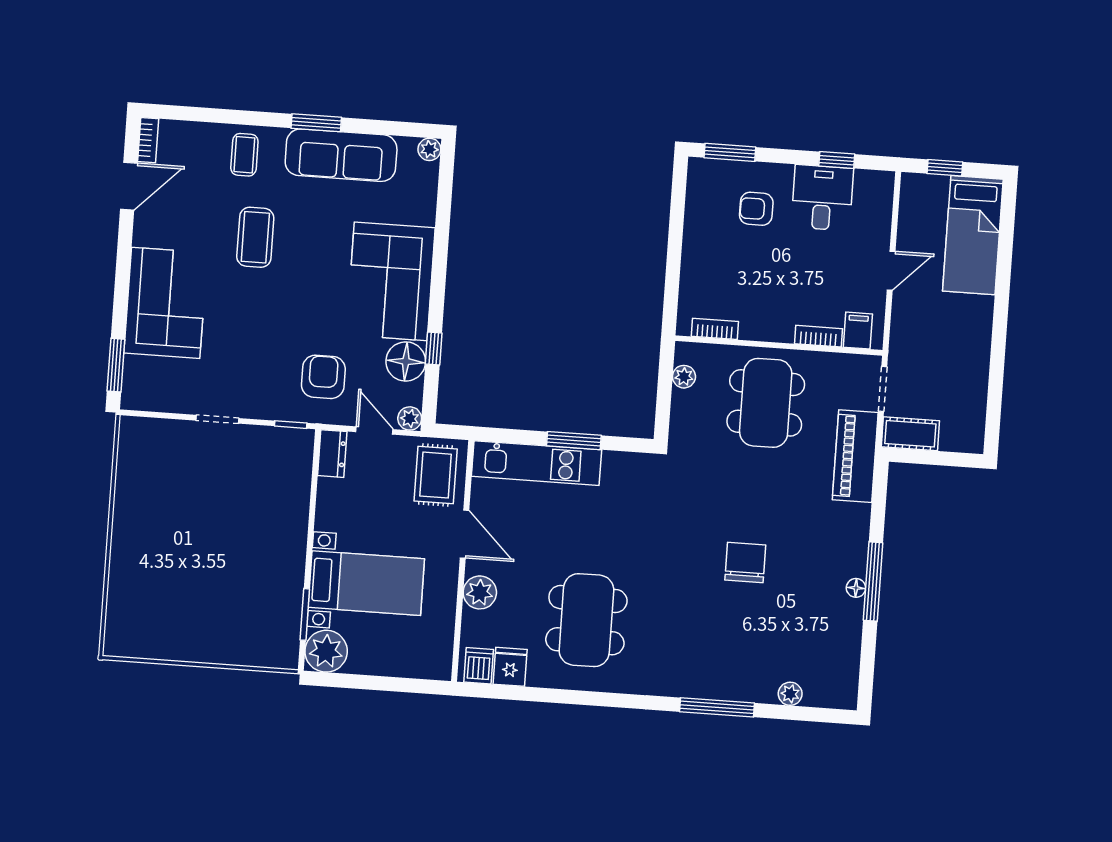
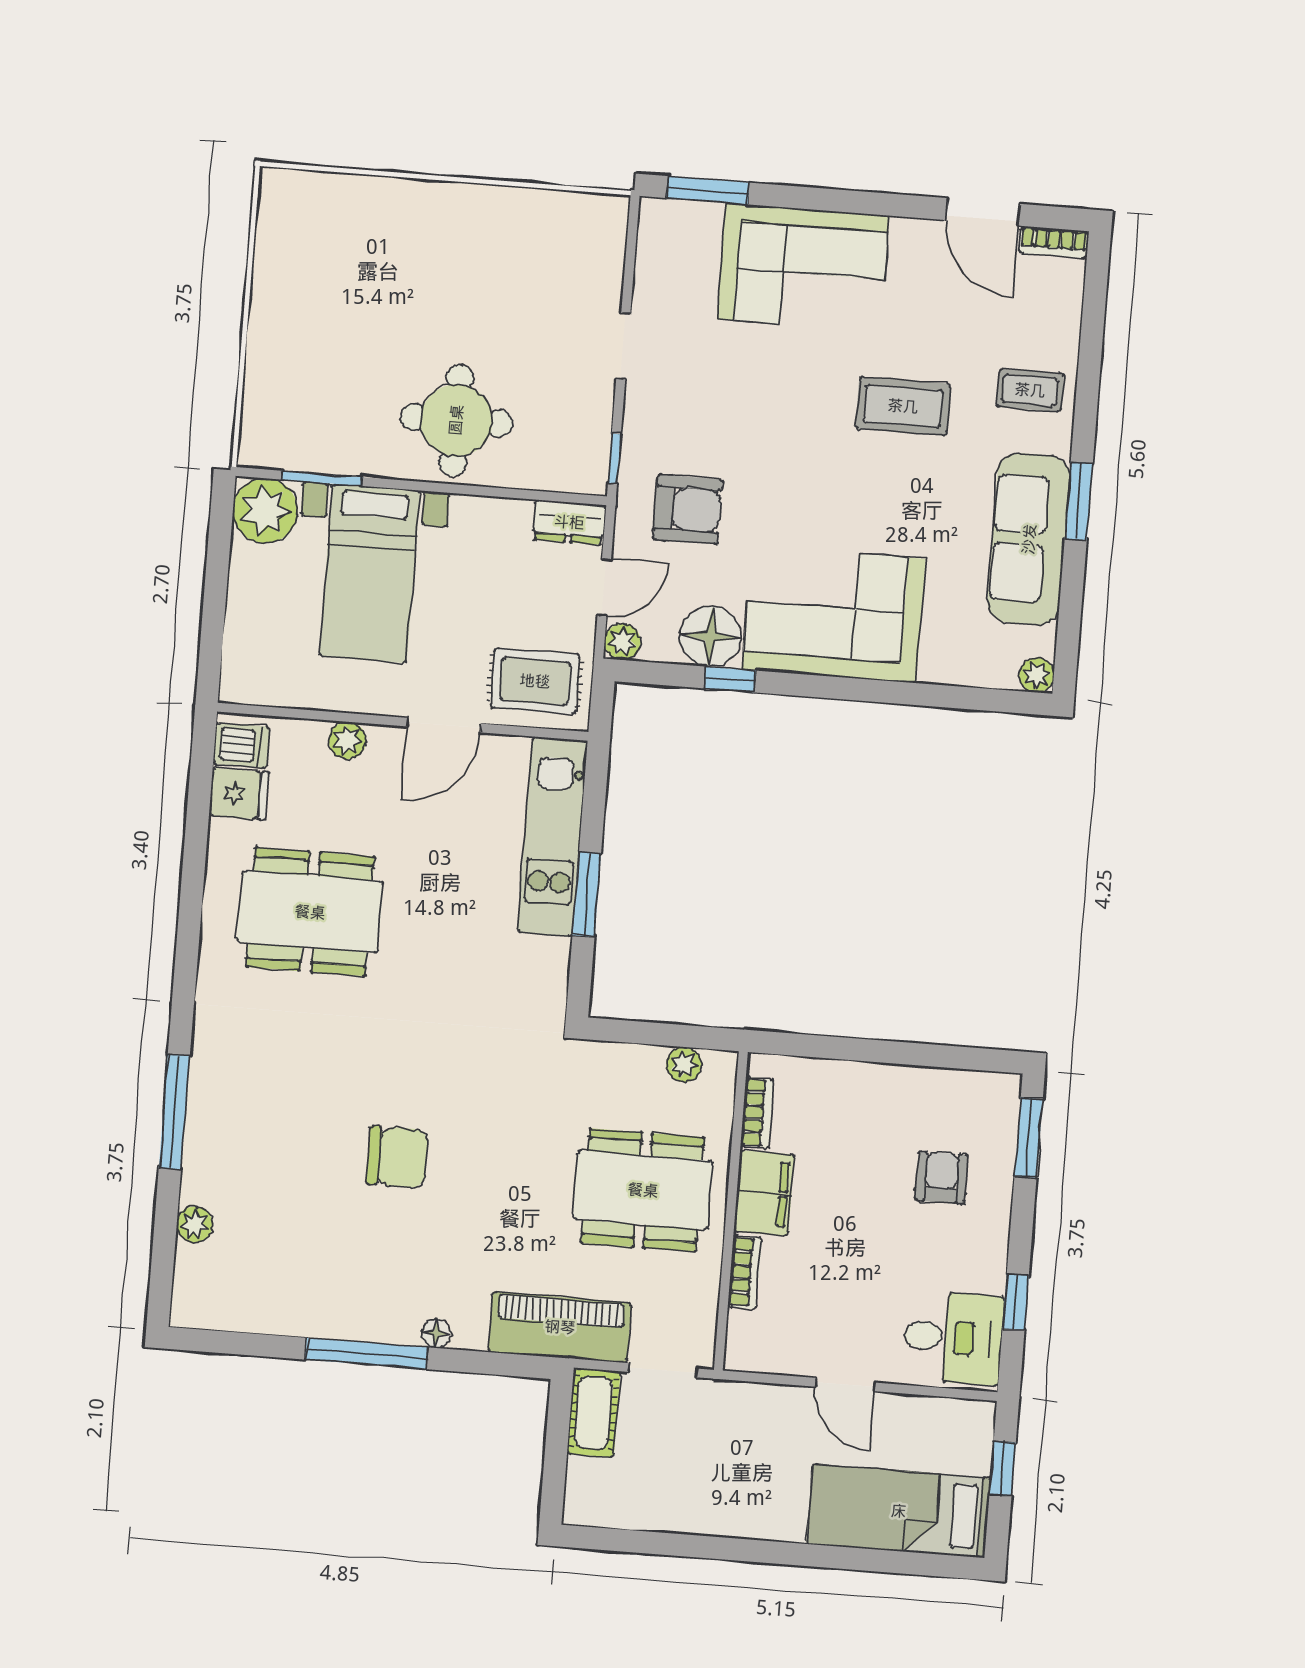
desk: (822, 198) -> (953, 1338), moved
filing cabinet: (858, 331) -> (764, 1193), moved, width x2.00
round table: (267, 527) -> (456, 420), added
floor lamp: (856, 588) -> (436, 1333), moved
plant: (480, 592) -> (347, 740), width x0.73, depth x0.73

